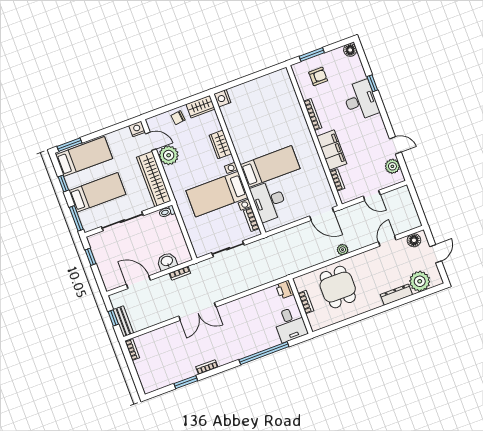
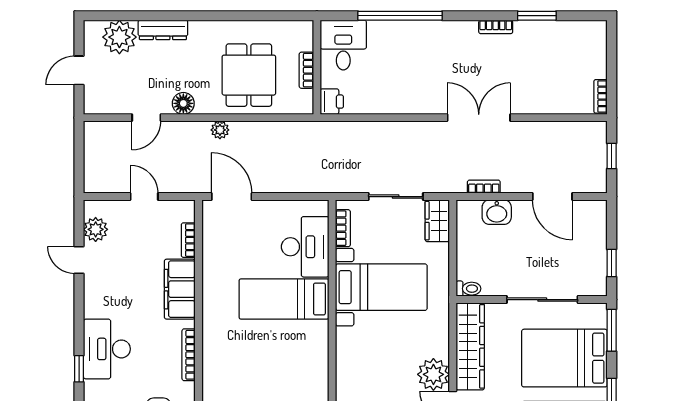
wardrobe: (220, 144) -> (437, 221), moved, turned 180
bed: (97, 192) -> (564, 358), width x1.50
floor lamp: (414, 240) -> (183, 103), moved
bench: (123, 321) -> (598, 145), removed

